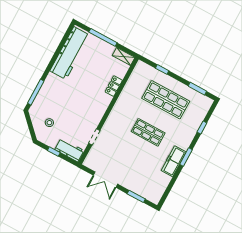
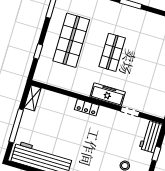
locker: (114, 86) -> (87, 107), moved
freezer: (174, 161) -> (108, 95), moved, turned 180

